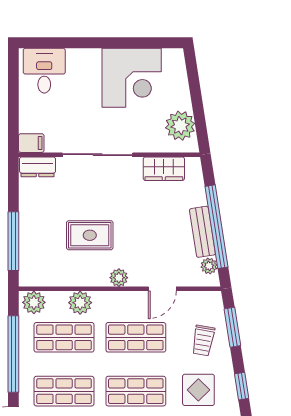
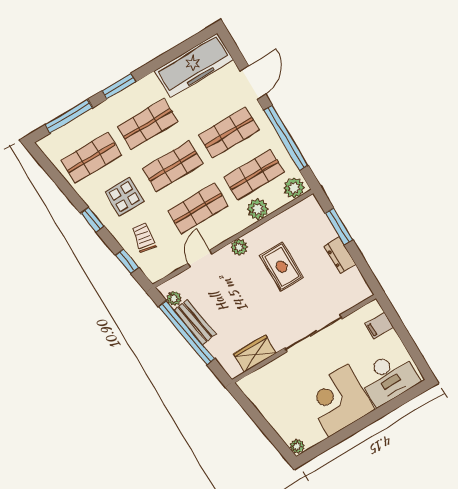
desk: (44, 71) -> (388, 378), width x1.37
corner desk: (132, 78) -> (338, 400), moved
plant: (180, 126) -> (297, 446), moved, width x0.53, depth x0.53
filing cabinet: (31, 143) -> (379, 326), moved
dresser: (38, 167) -> (340, 255), moved, turned -90
rug: (90, 235) -> (282, 267), turned 90
window: (13, 241) -> (339, 226), width x0.69
window: (232, 327) -> (127, 261), width x0.67

